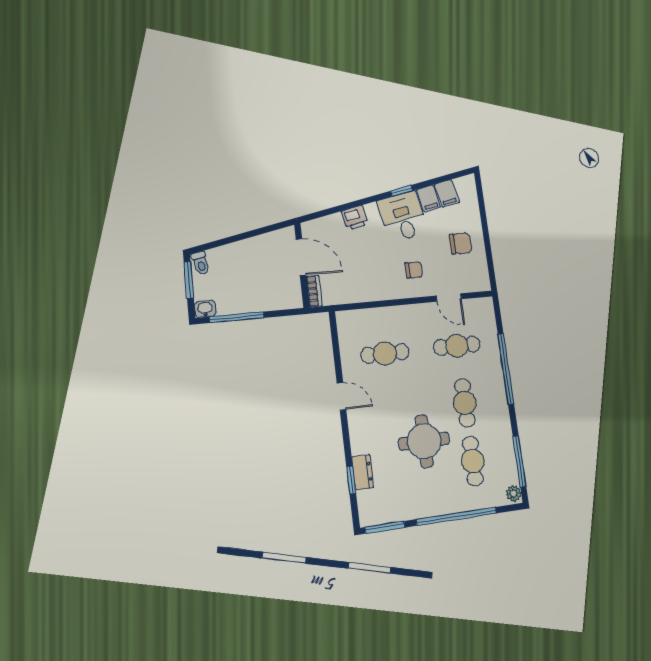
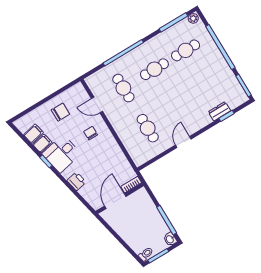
chair: (461, 243) -> (60, 112), turned 90
door: (449, 297) -> (97, 105), swing flipped
round table: (424, 441) -> (187, 84), removed

